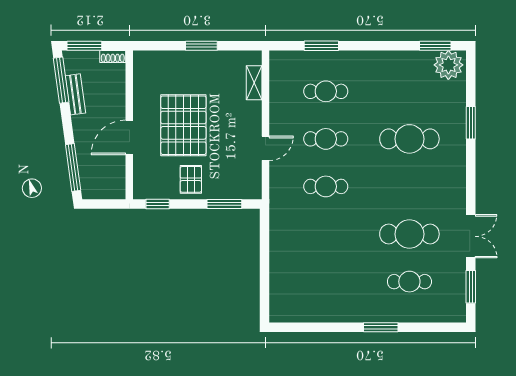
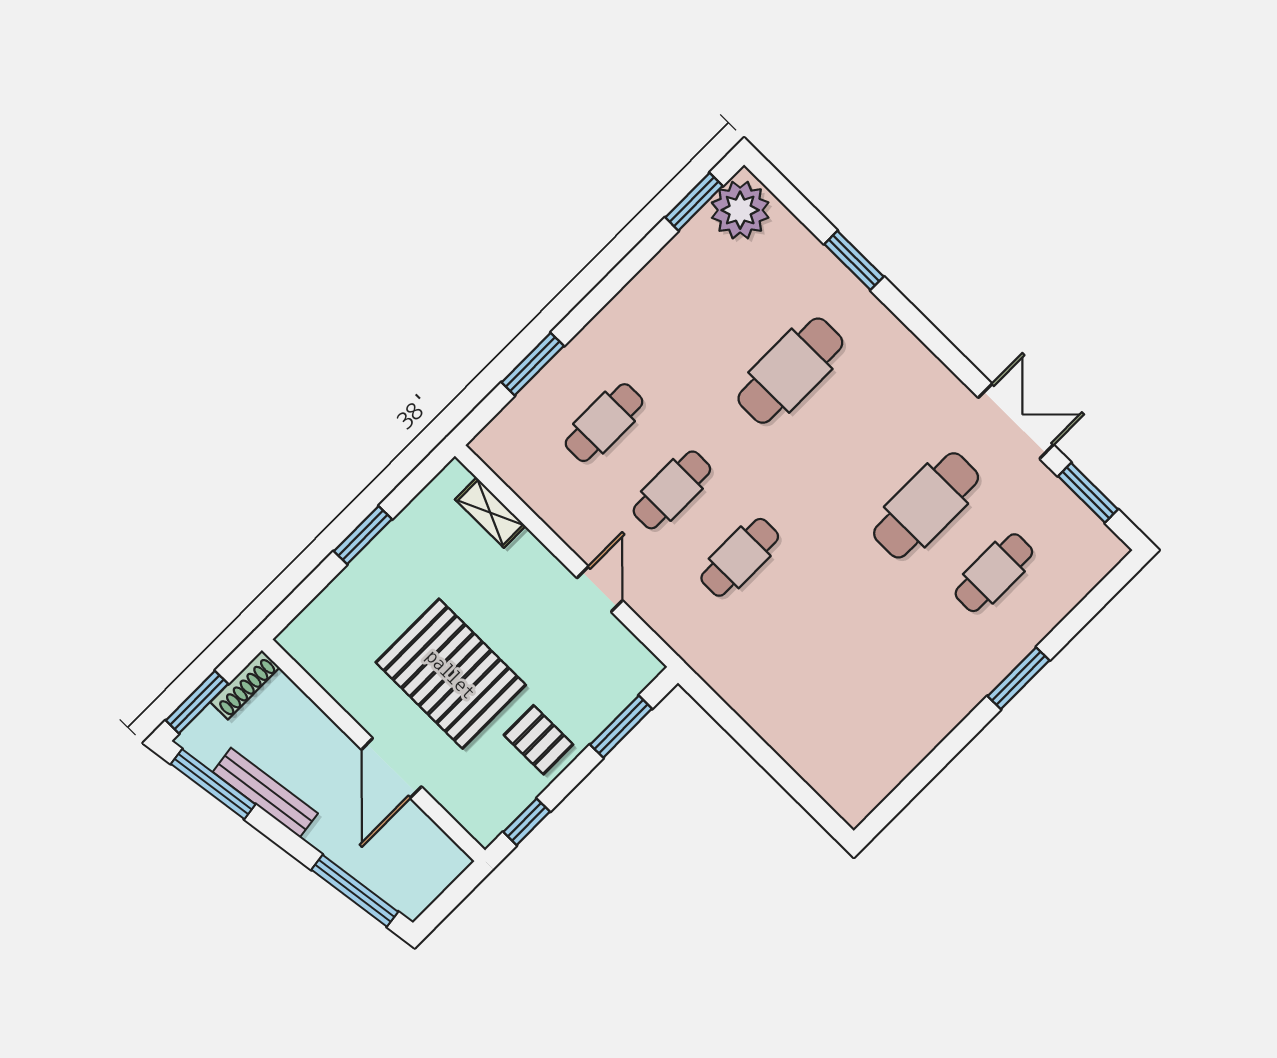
shoe rack: (113, 56) -> (245, 685), width x1.43
bench: (75, 94) -> (265, 793), width x1.36

